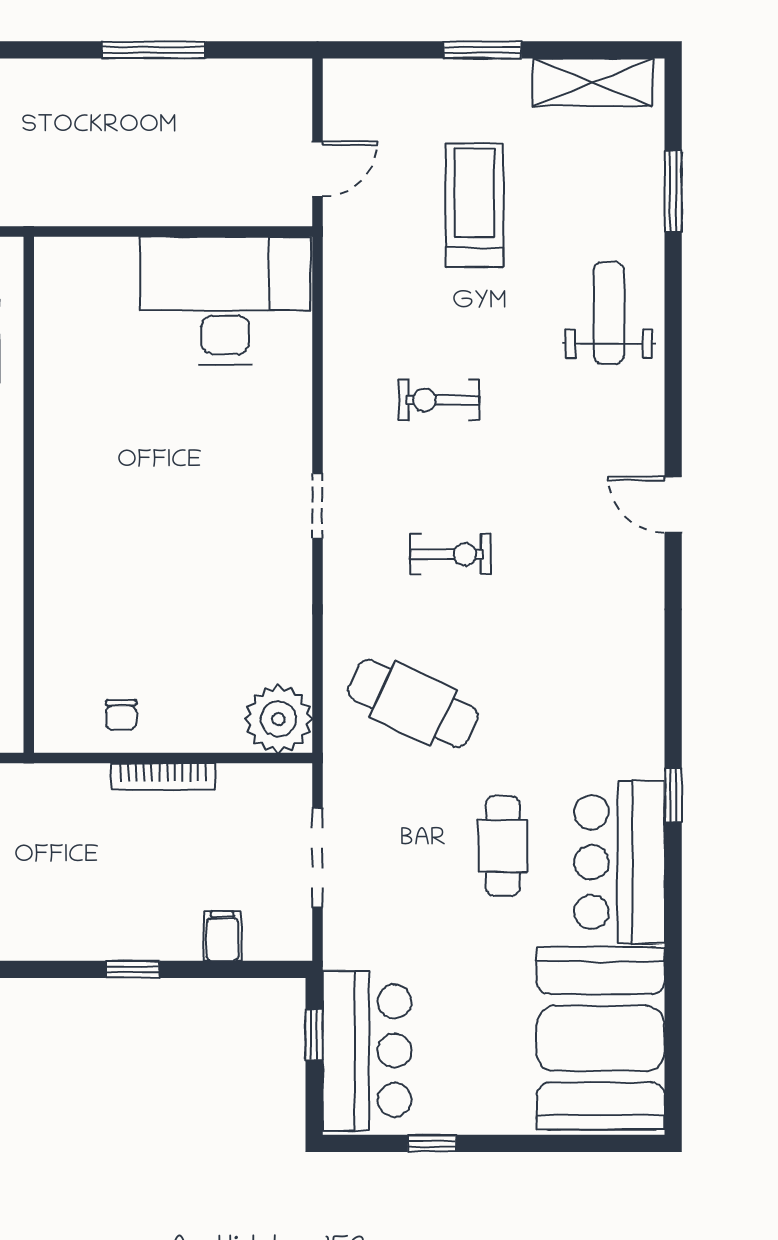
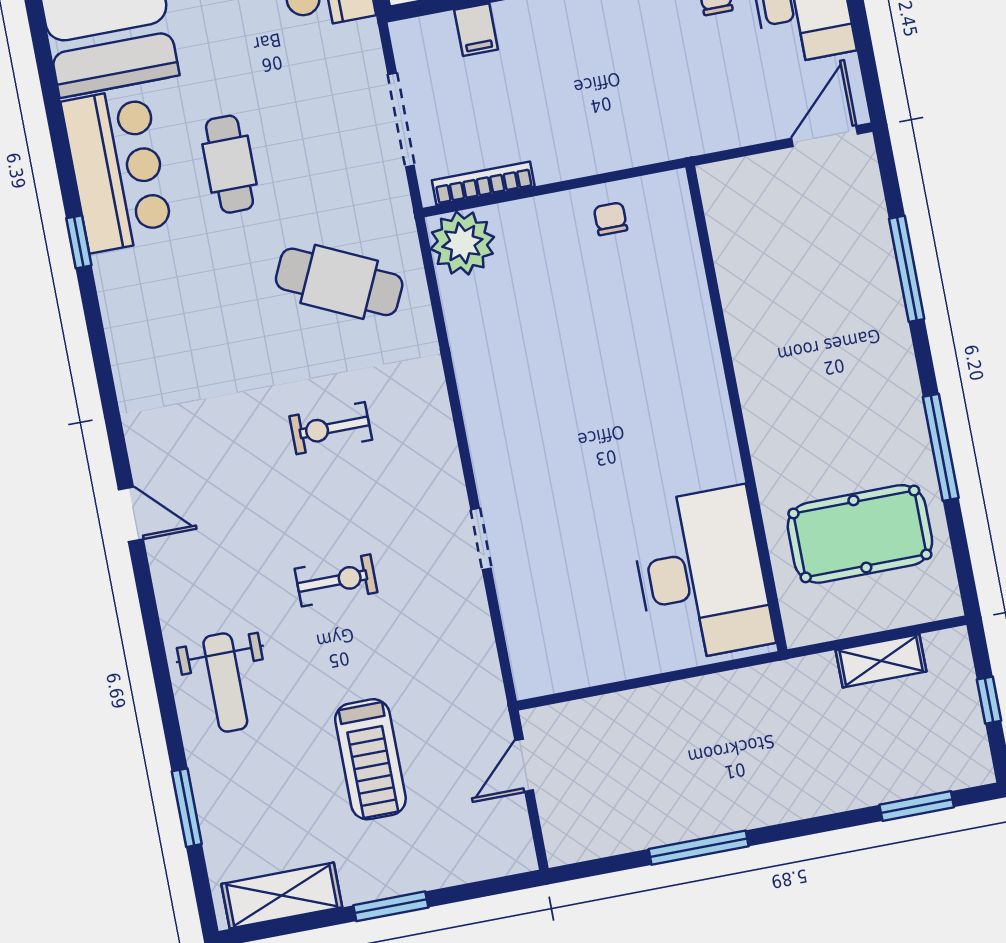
desk: (225, 300) -> (701, 575), moved, turned -90
exercise bike: (439, 400) -> (336, 580), moved
doorway: (317, 506) -> (481, 539), moved
bookcase: (163, 776) -> (483, 183), moved

